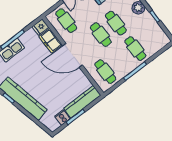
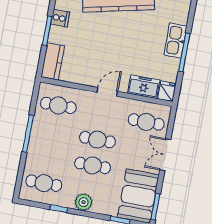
cafe table: (135, 49) -> (44, 183), moved
door: (73, 55) -> (107, 92), width x0.53
kitchen counter: (82, 102) -> (53, 62), width x0.67

